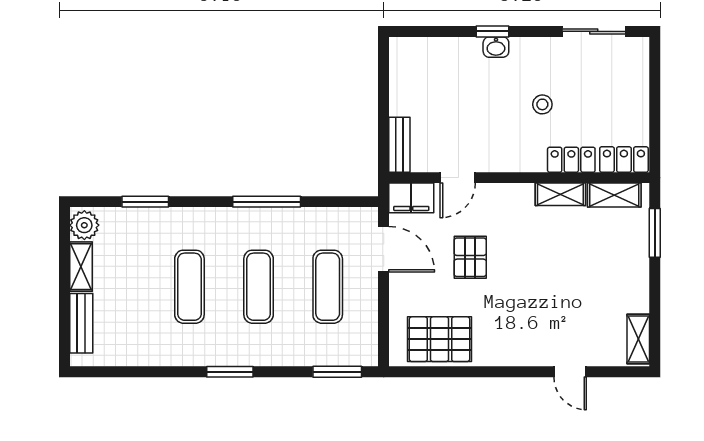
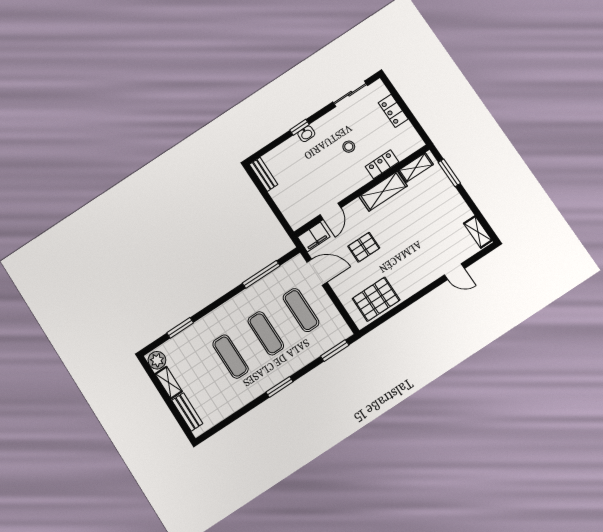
bench: (399, 145) -> (264, 174), moved
locker: (624, 159) -> (393, 111), moved, turned -90
shelving: (560, 194) -> (383, 191), width x1.50, depth x1.33
window: (267, 202) -> (261, 274), moved
pallet: (470, 257) -> (364, 247), turned 90

